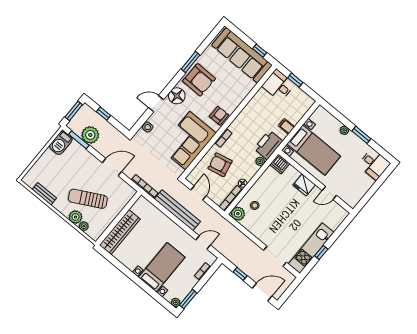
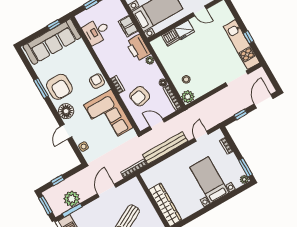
armchair: (199, 80) -> (59, 87), turned 89
desk: (278, 85) -> (96, 31), moved
filing cabinet: (287, 126) -> (128, 26), width x2.00
dishwasher: (280, 164) -> (171, 37), moved
door: (329, 193) -> (200, 11), hinge flipped

